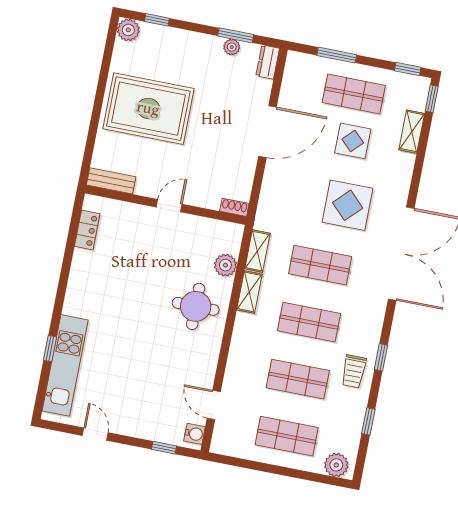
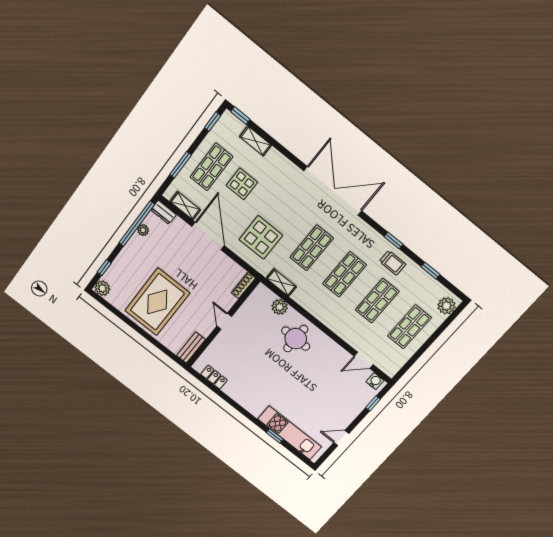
window: (236, 35) -> (137, 224), width x2.11
display table: (348, 205) -> (261, 237), moved
shoe rack: (234, 207) -> (243, 285), width x1.43
shelving: (249, 292) -> (185, 206), moved

